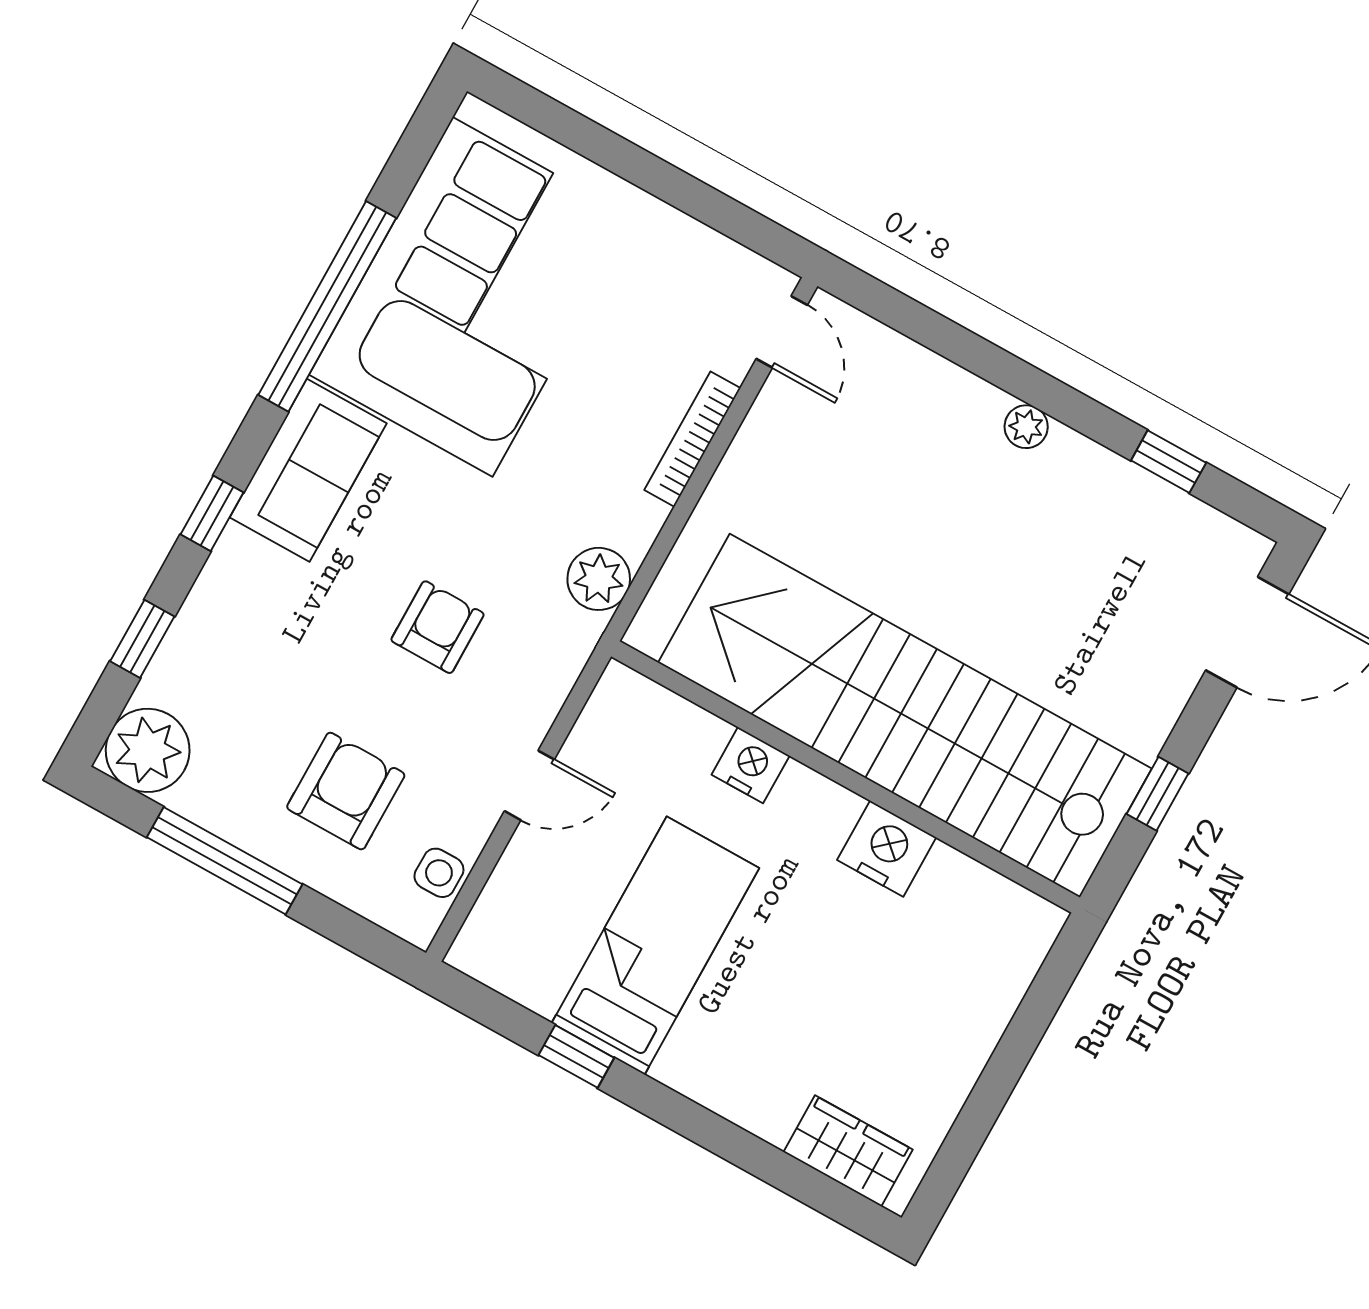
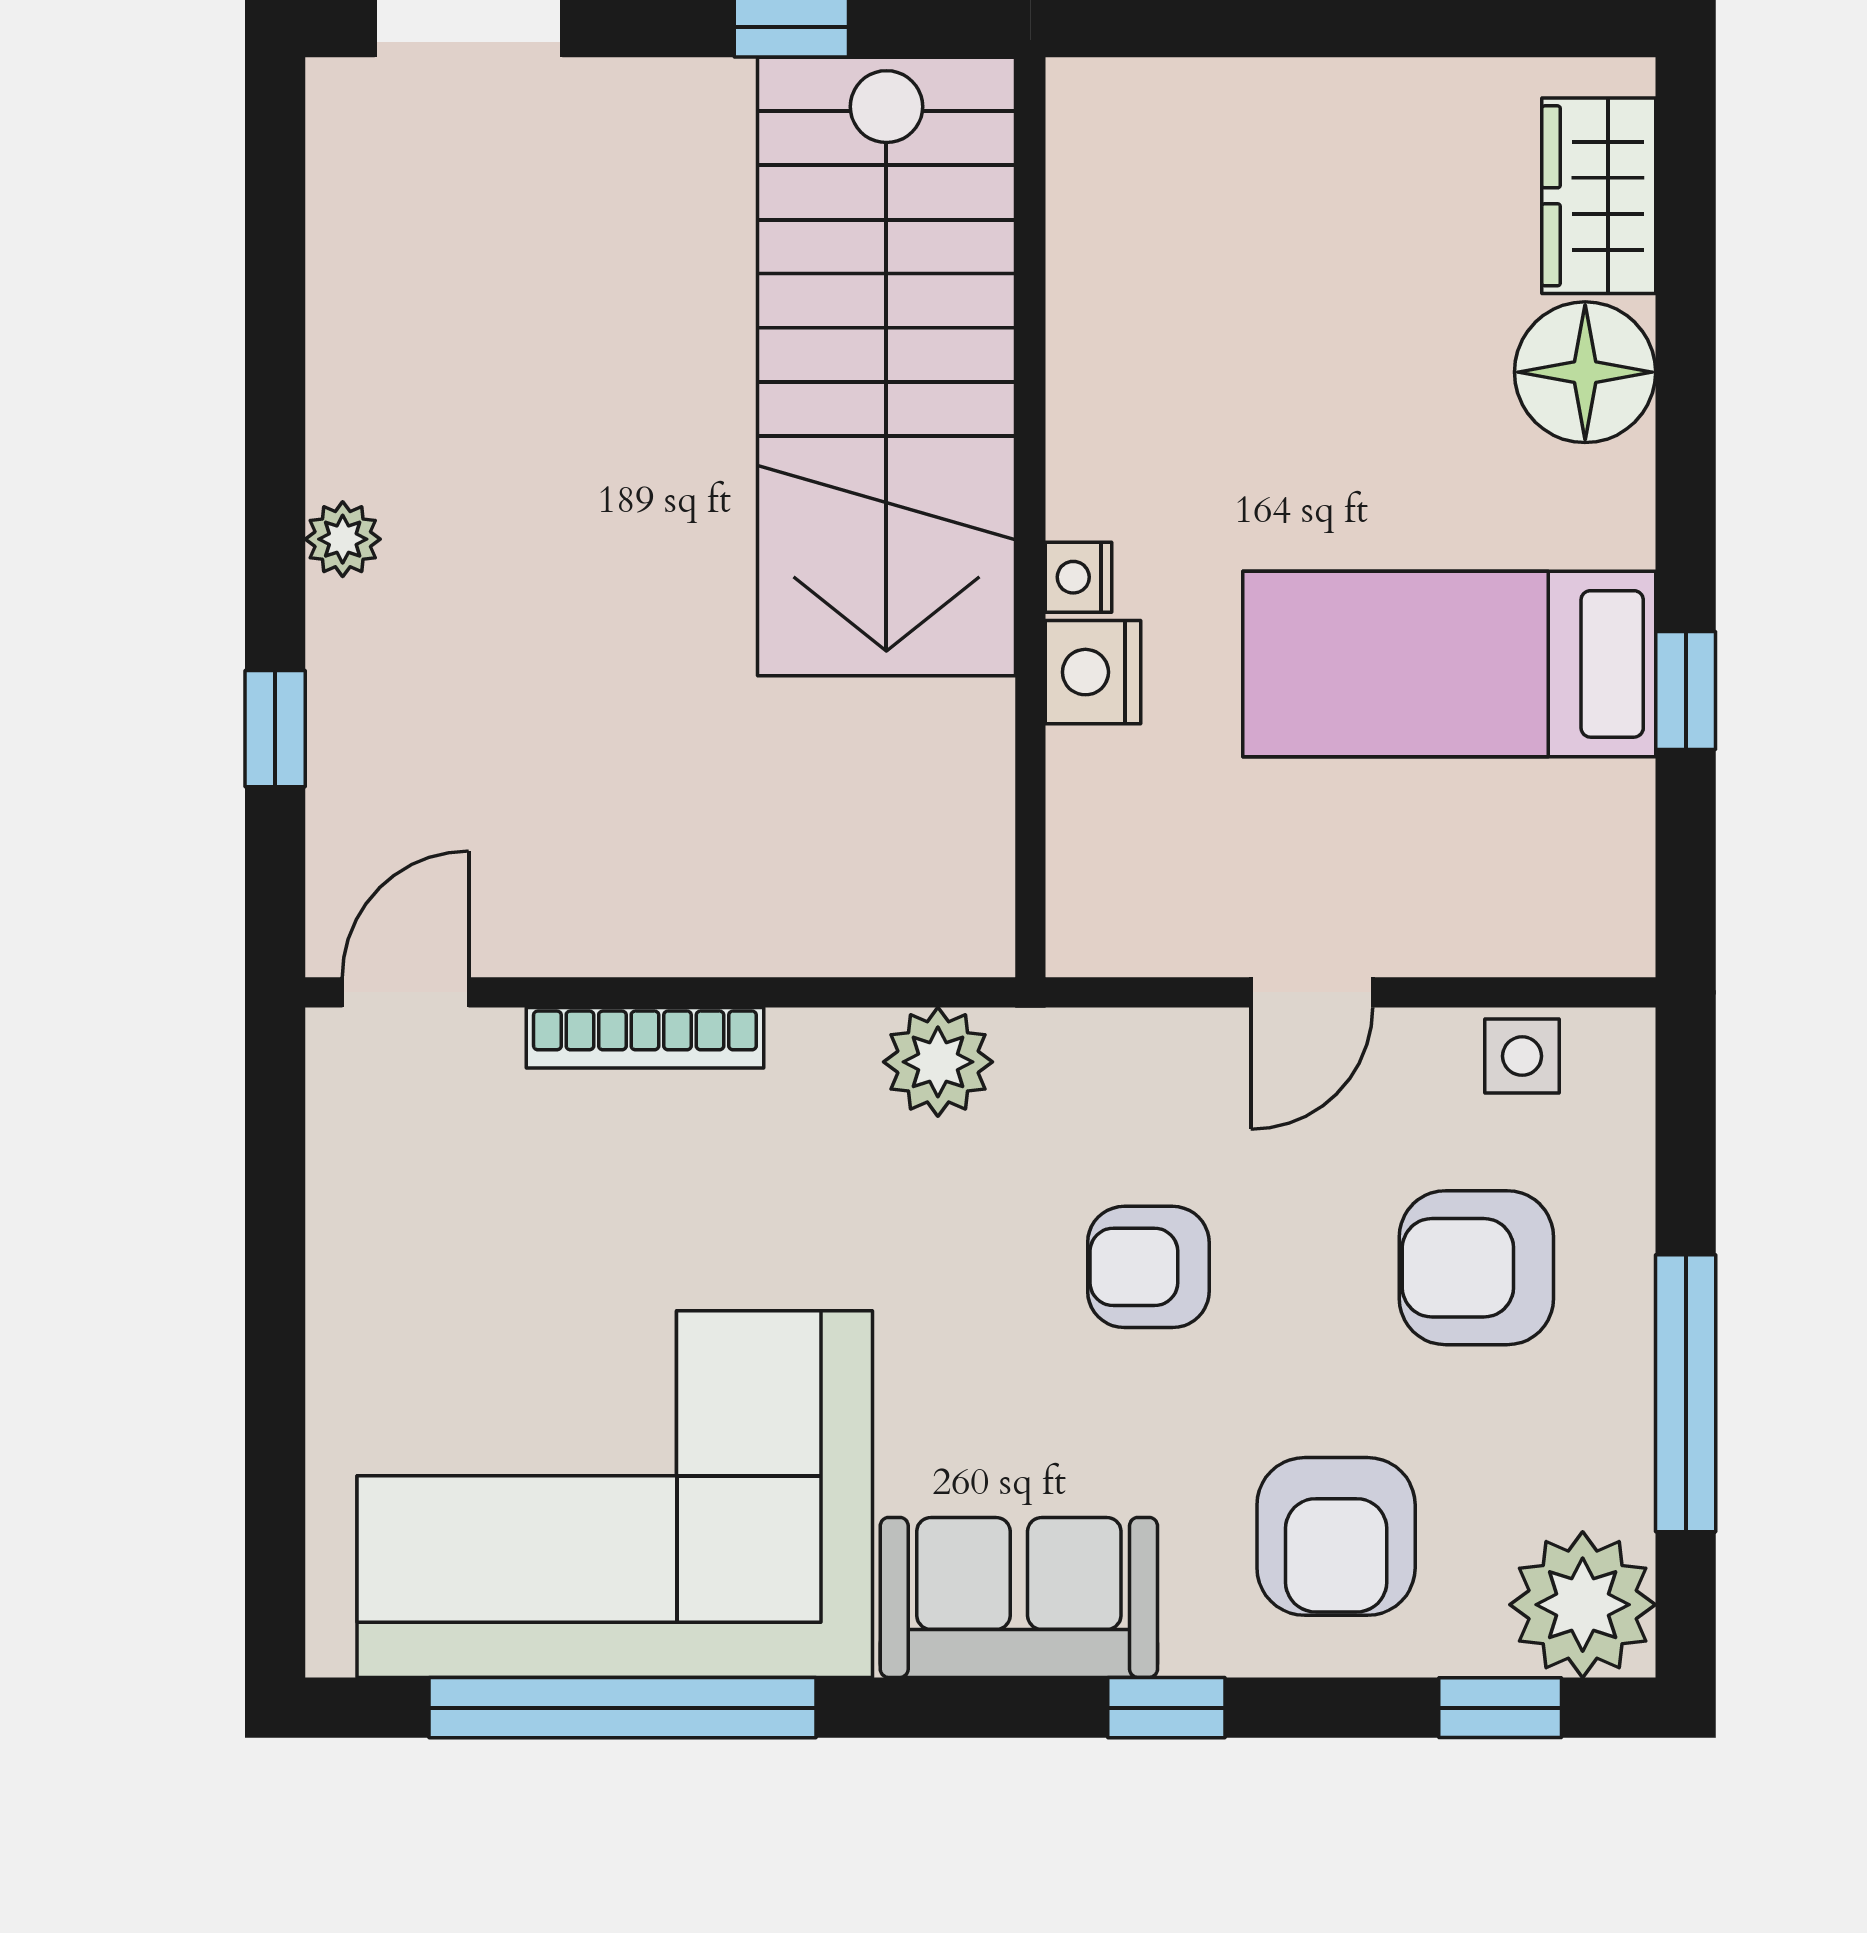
window: (327, 306) -> (623, 1708), moved
window: (1169, 462) -> (275, 729), moved
window: (142, 639) -> (1500, 1708), moved
armchair: (250, 646) -> (1336, 1536), added
stairs: (905, 716) -> (886, 366), width x0.73
door: (529, 785) -> (1312, 992), swing flipped
nightstand: (887, 849) -> (1079, 577), moved, width x0.53, depth x0.56
floor lamp: (764, 1095) -> (1585, 372), added

